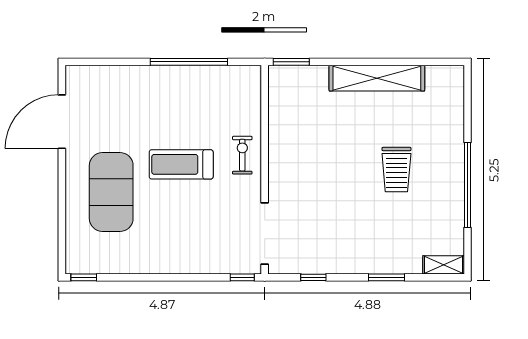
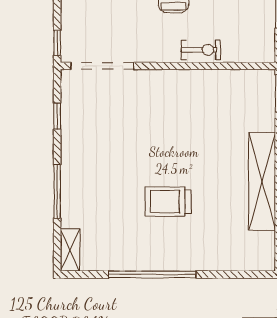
exercise bike: (242, 155) -> (201, 50), moved
window: (387, 277) -> (57, 191), width x1.44

